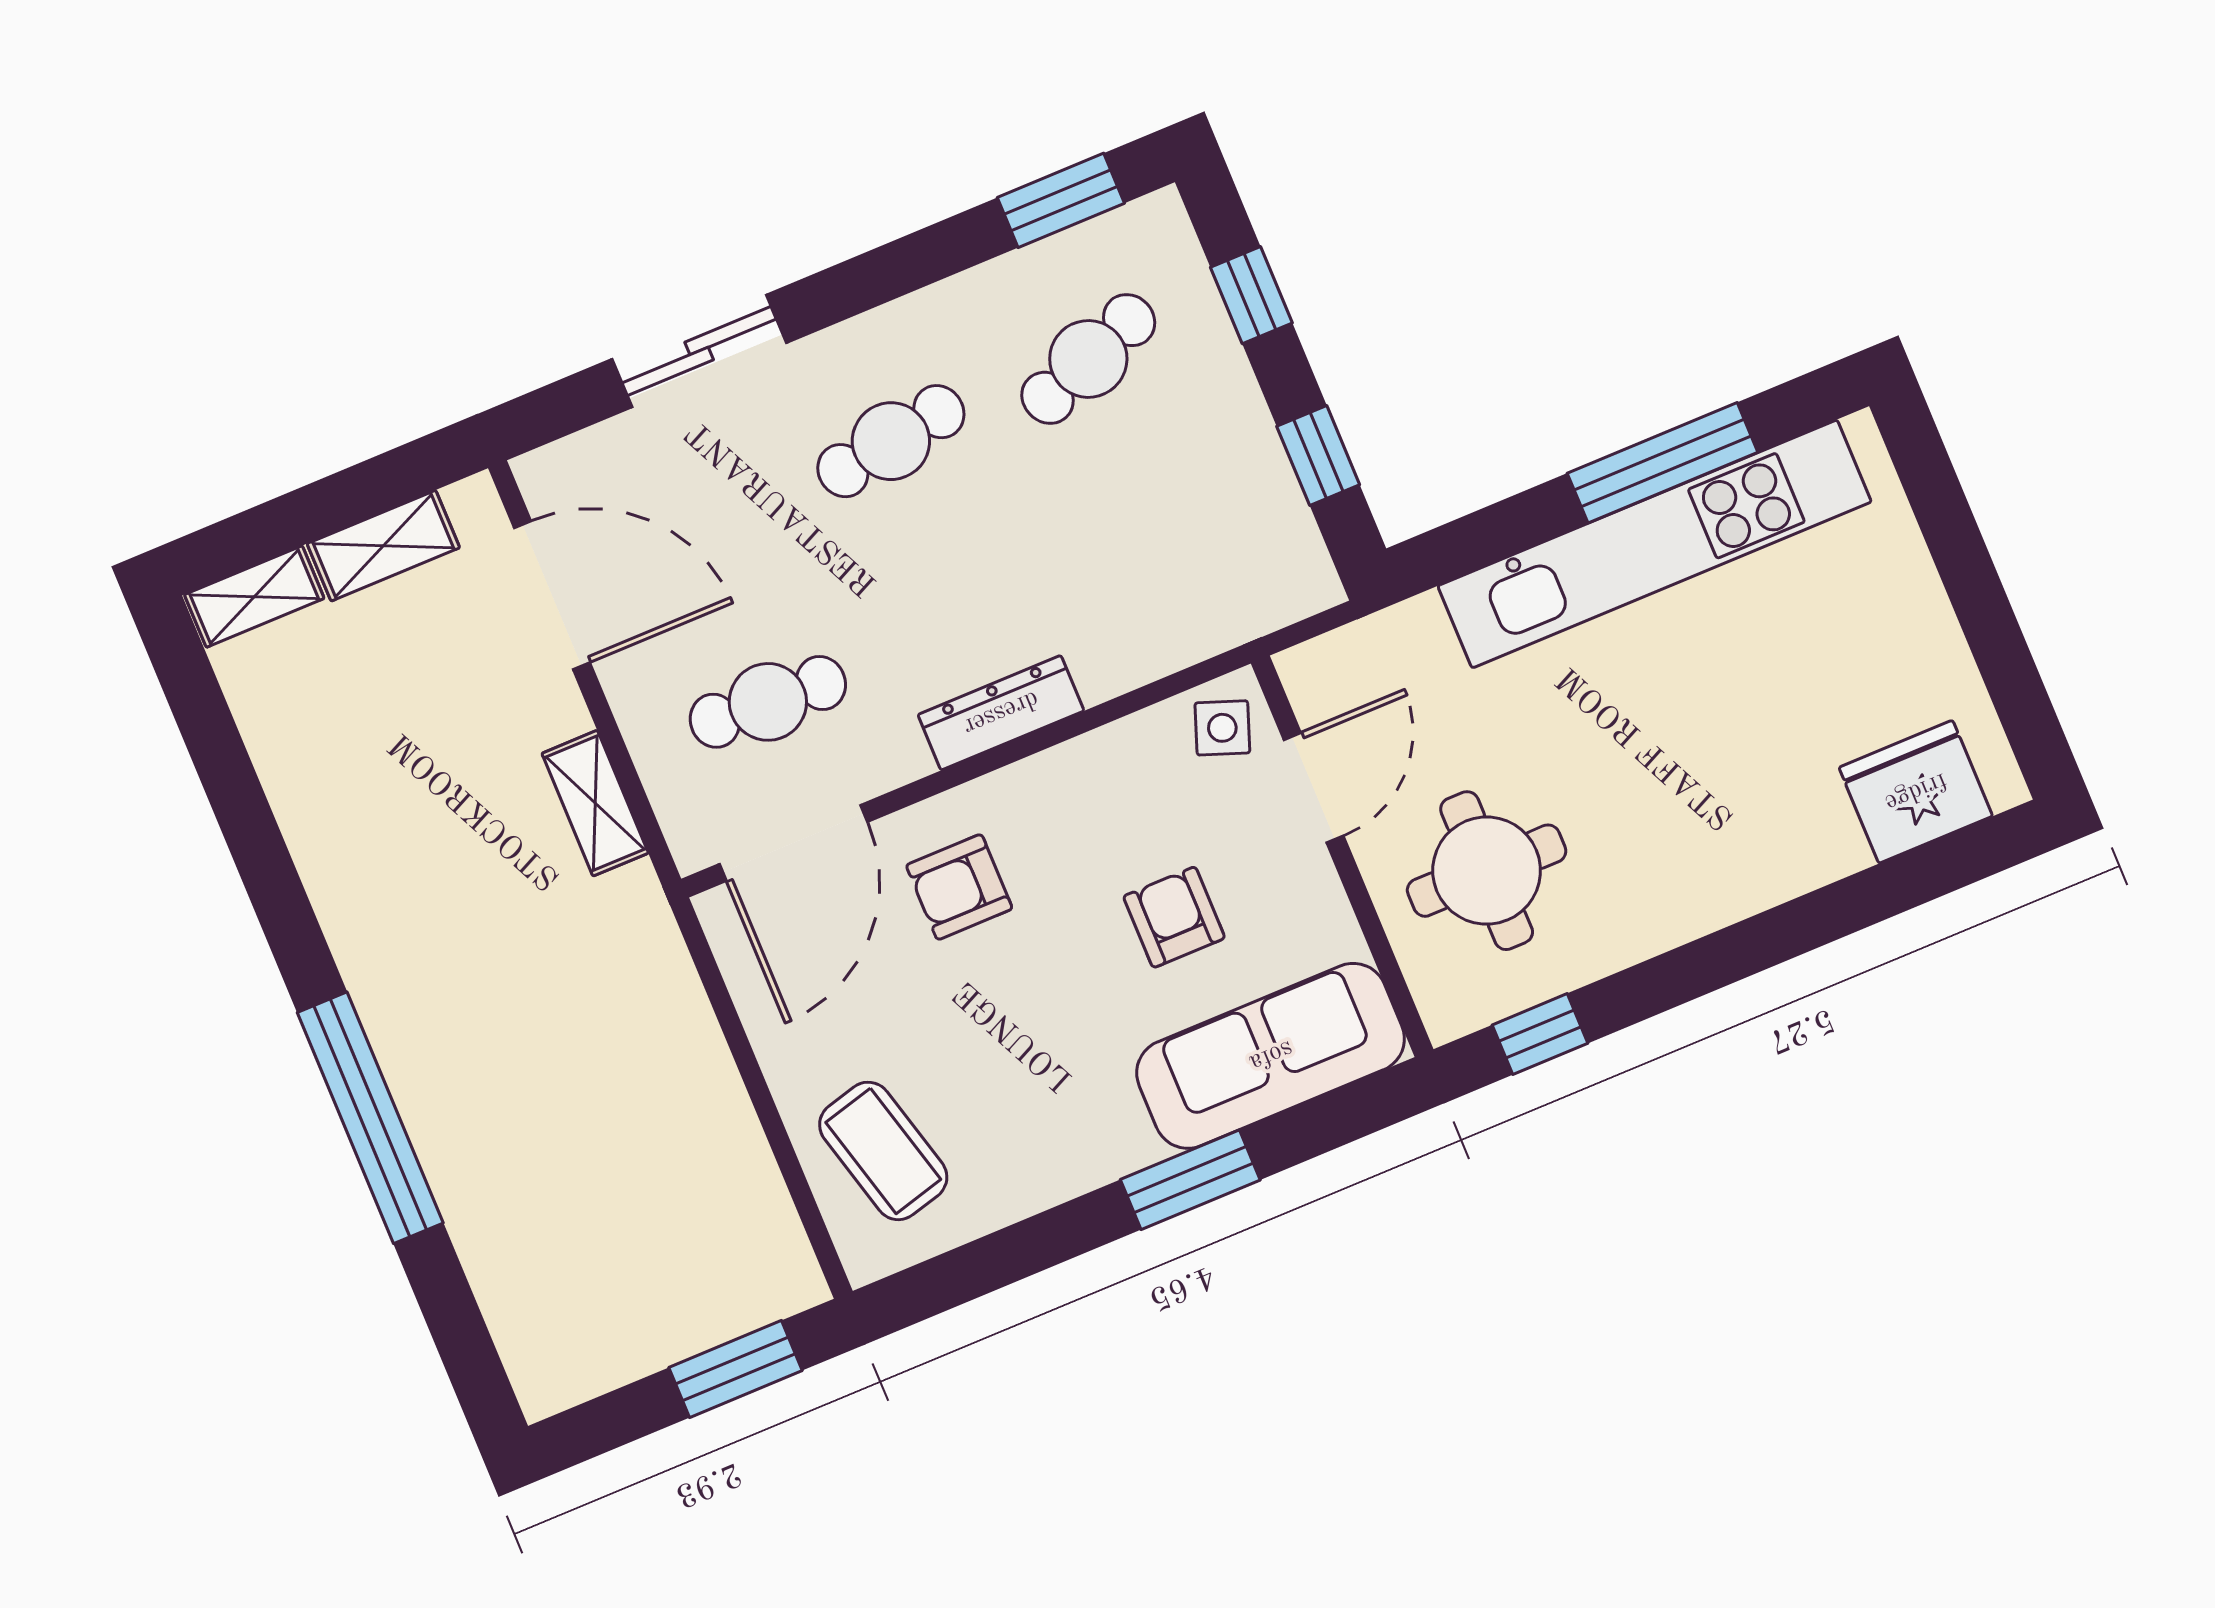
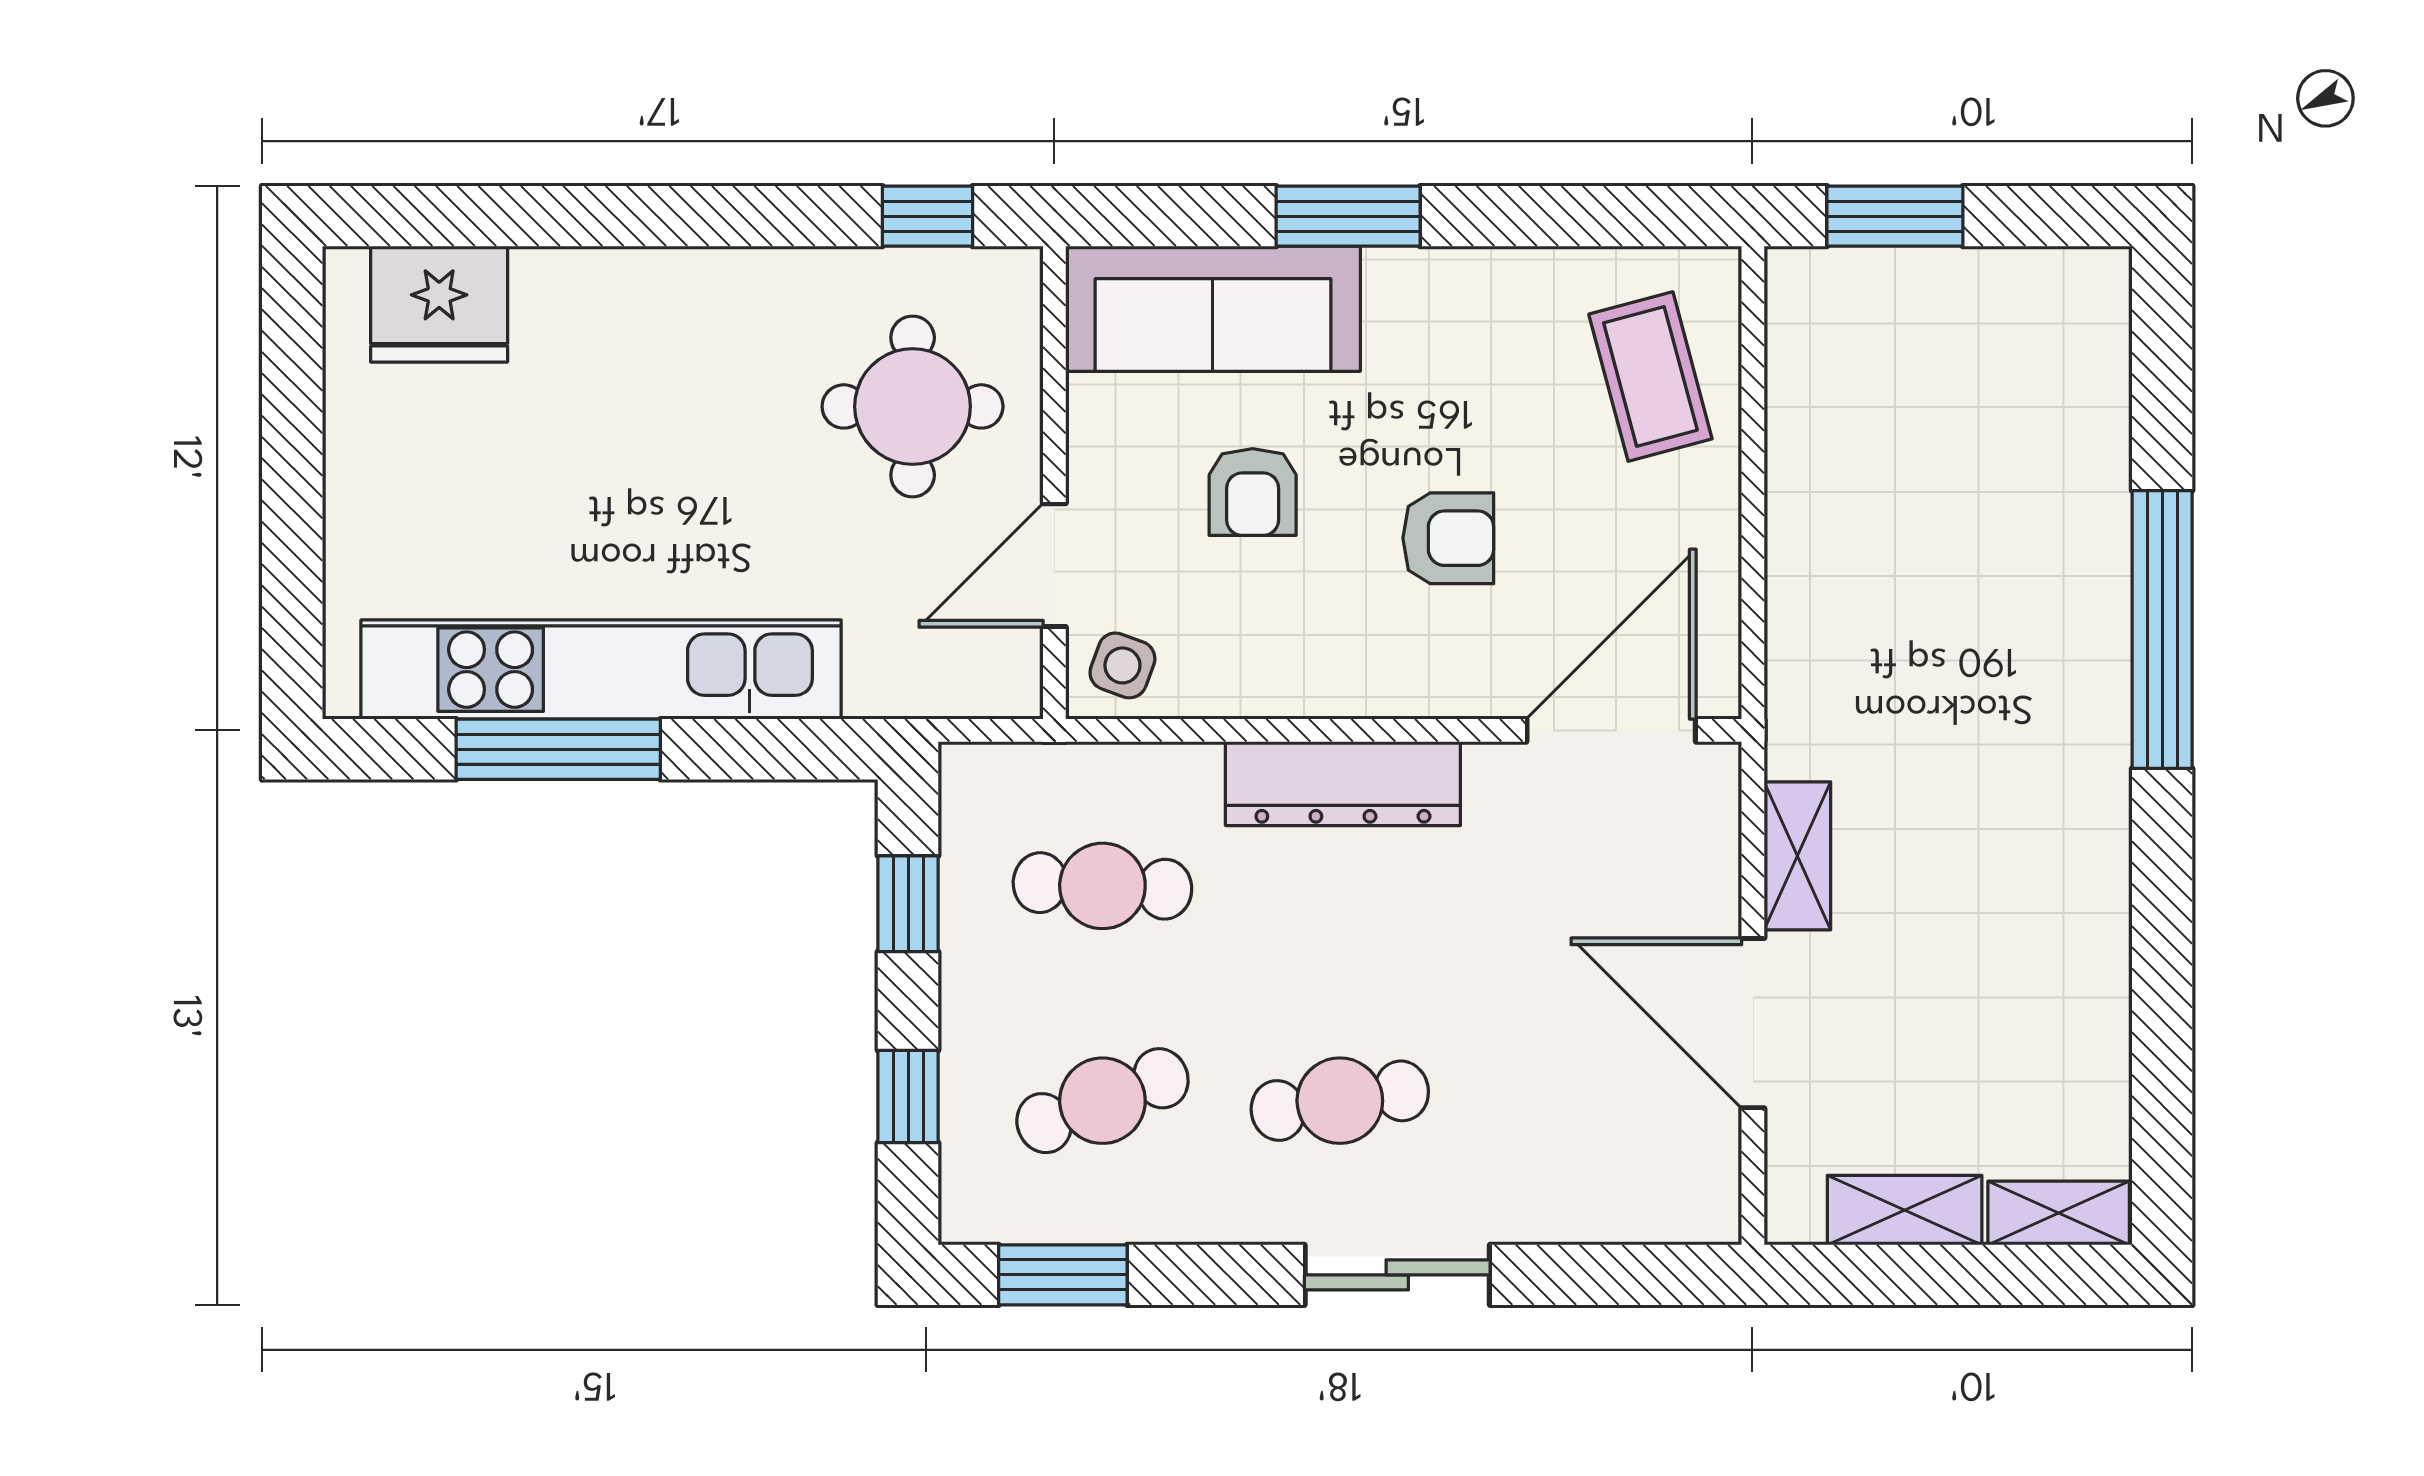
sliding door: (699, 351) -> (1397, 1275), moved
door: (552, 595) -> (1753, 1023), moved
cafe table: (768, 702) -> (1102, 886), moved
dresser: (1001, 713) -> (1343, 784), width x1.37, depth x1.24
armchair: (959, 887) -> (1448, 538), moved

